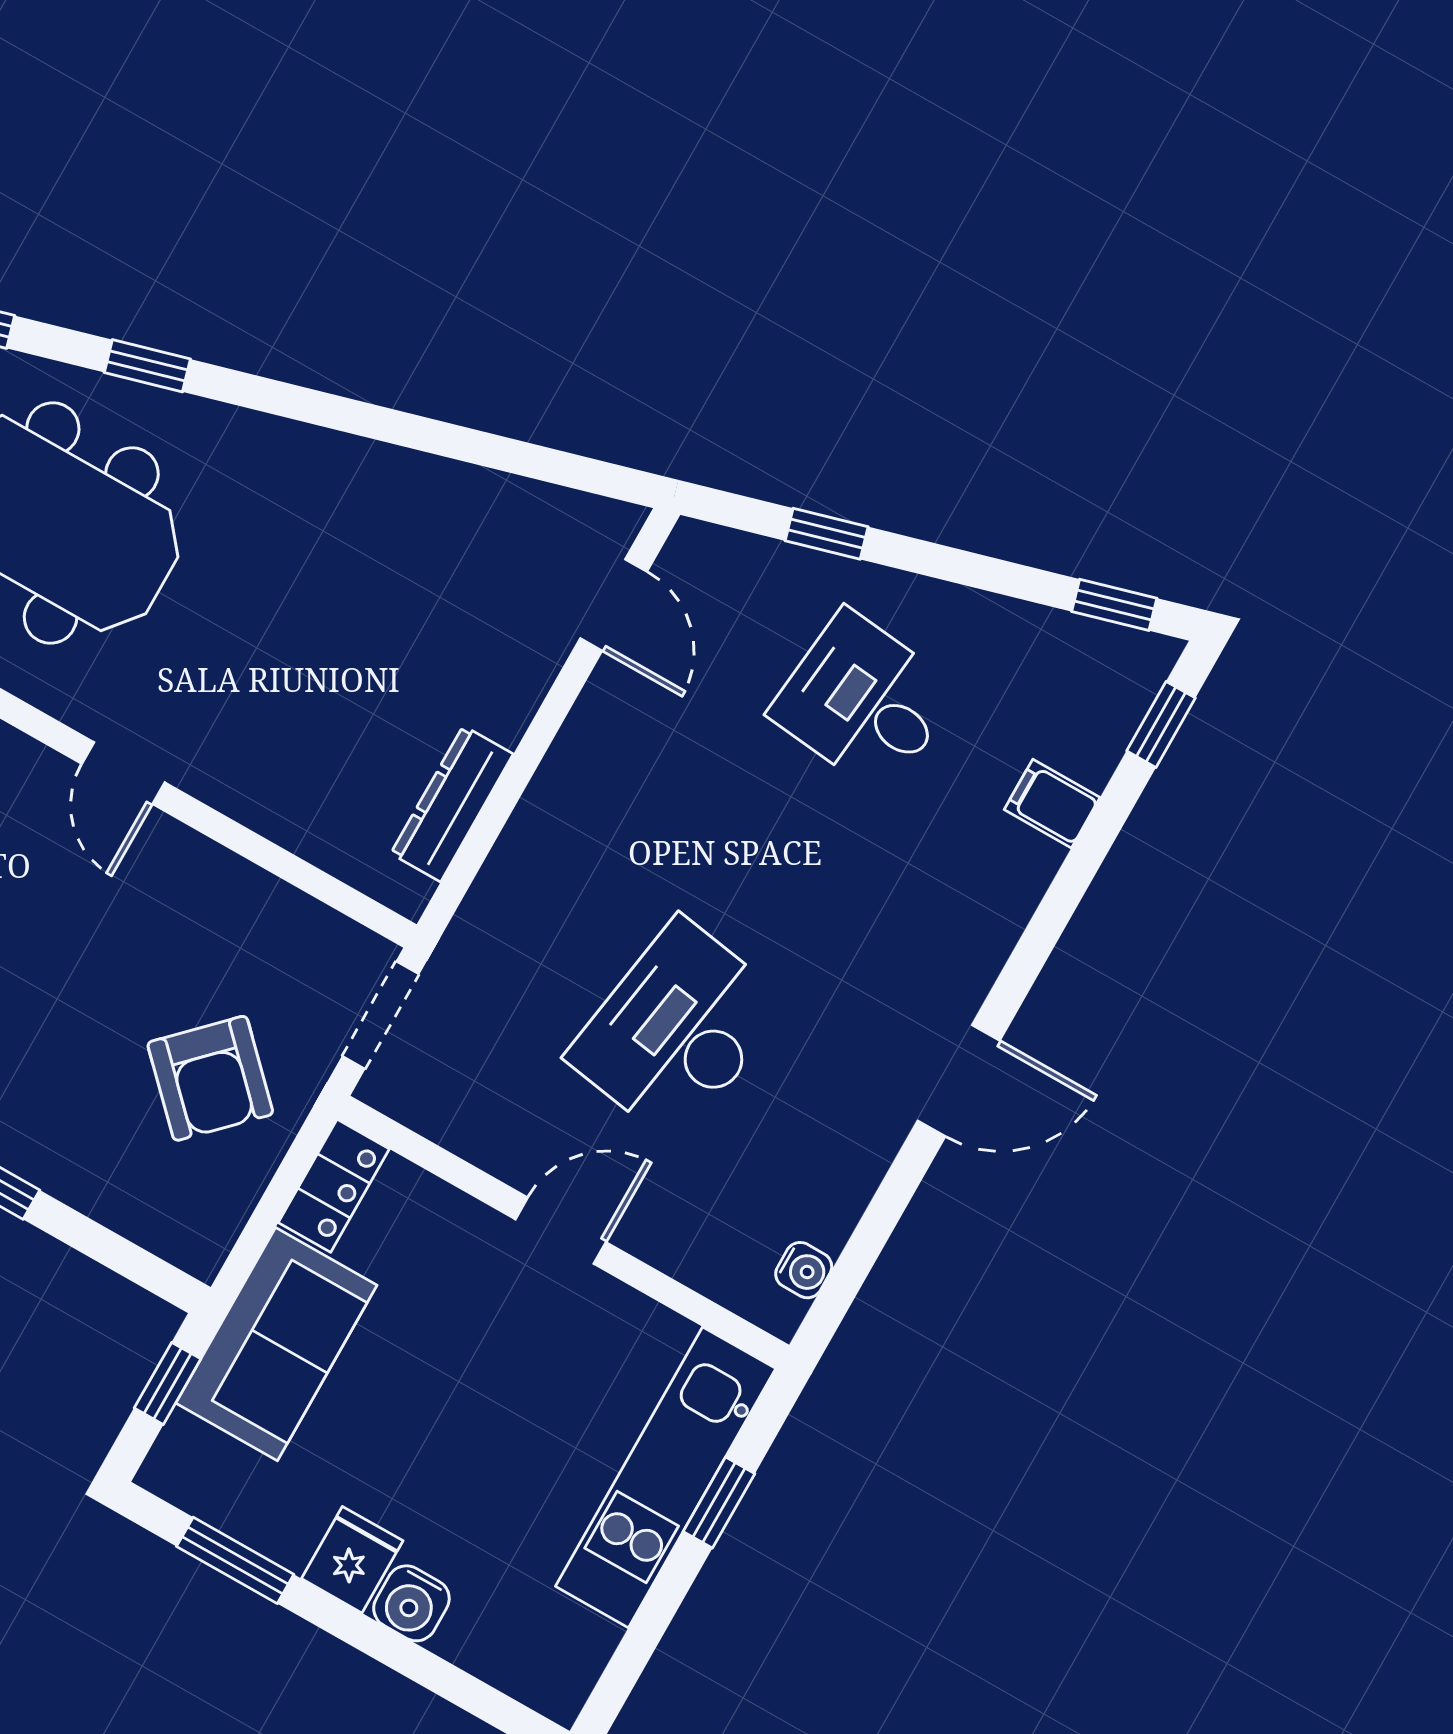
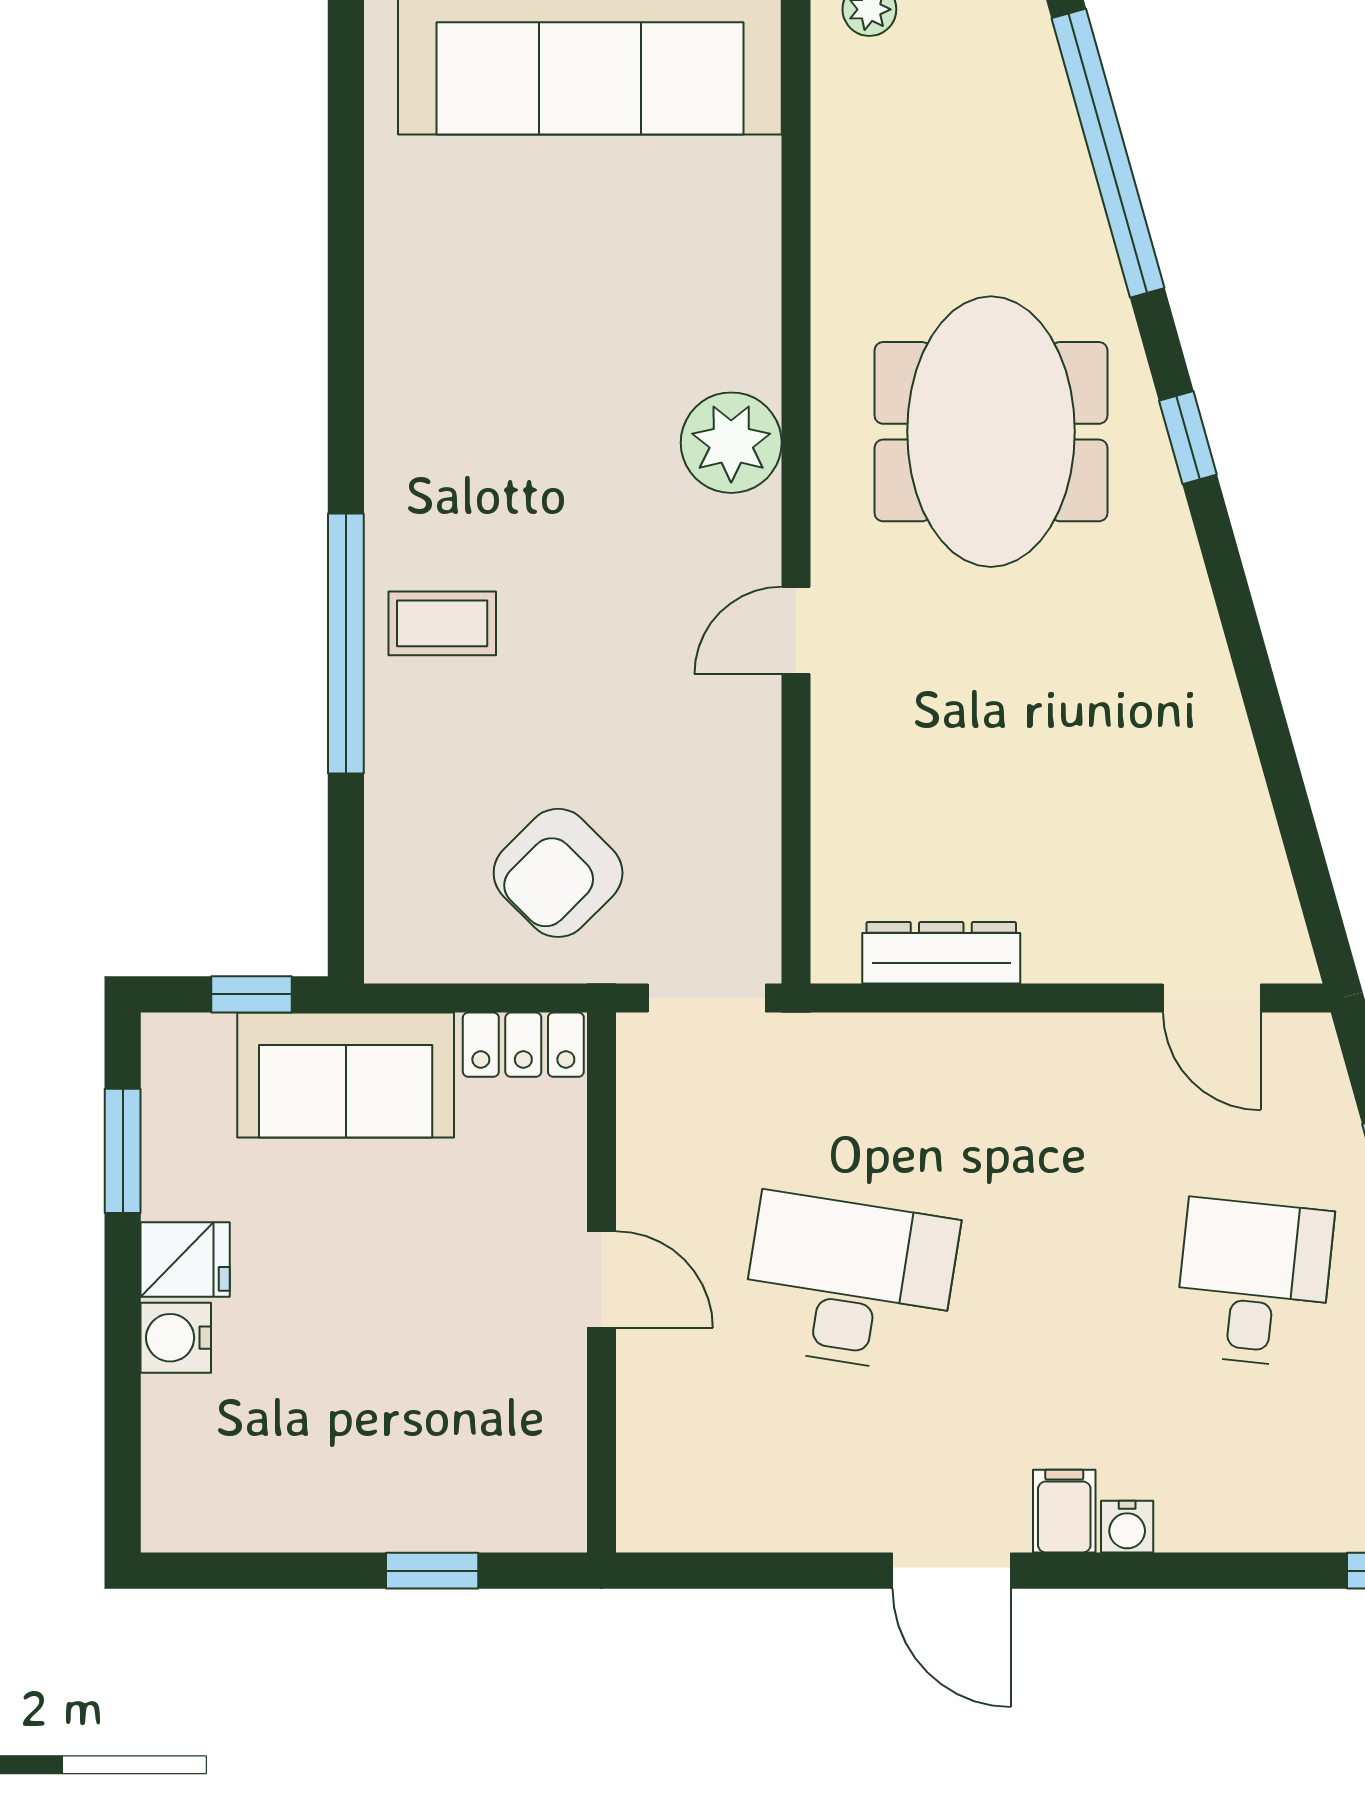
door: (614, 605) -> (1212, 998), hinge flipped
filing cabinet: (1052, 804) -> (1064, 1511), moved
water cooler: (804, 1270) -> (1127, 1527), moved
kitchen unit: (666, 1477) -> (427, 1508), removed

